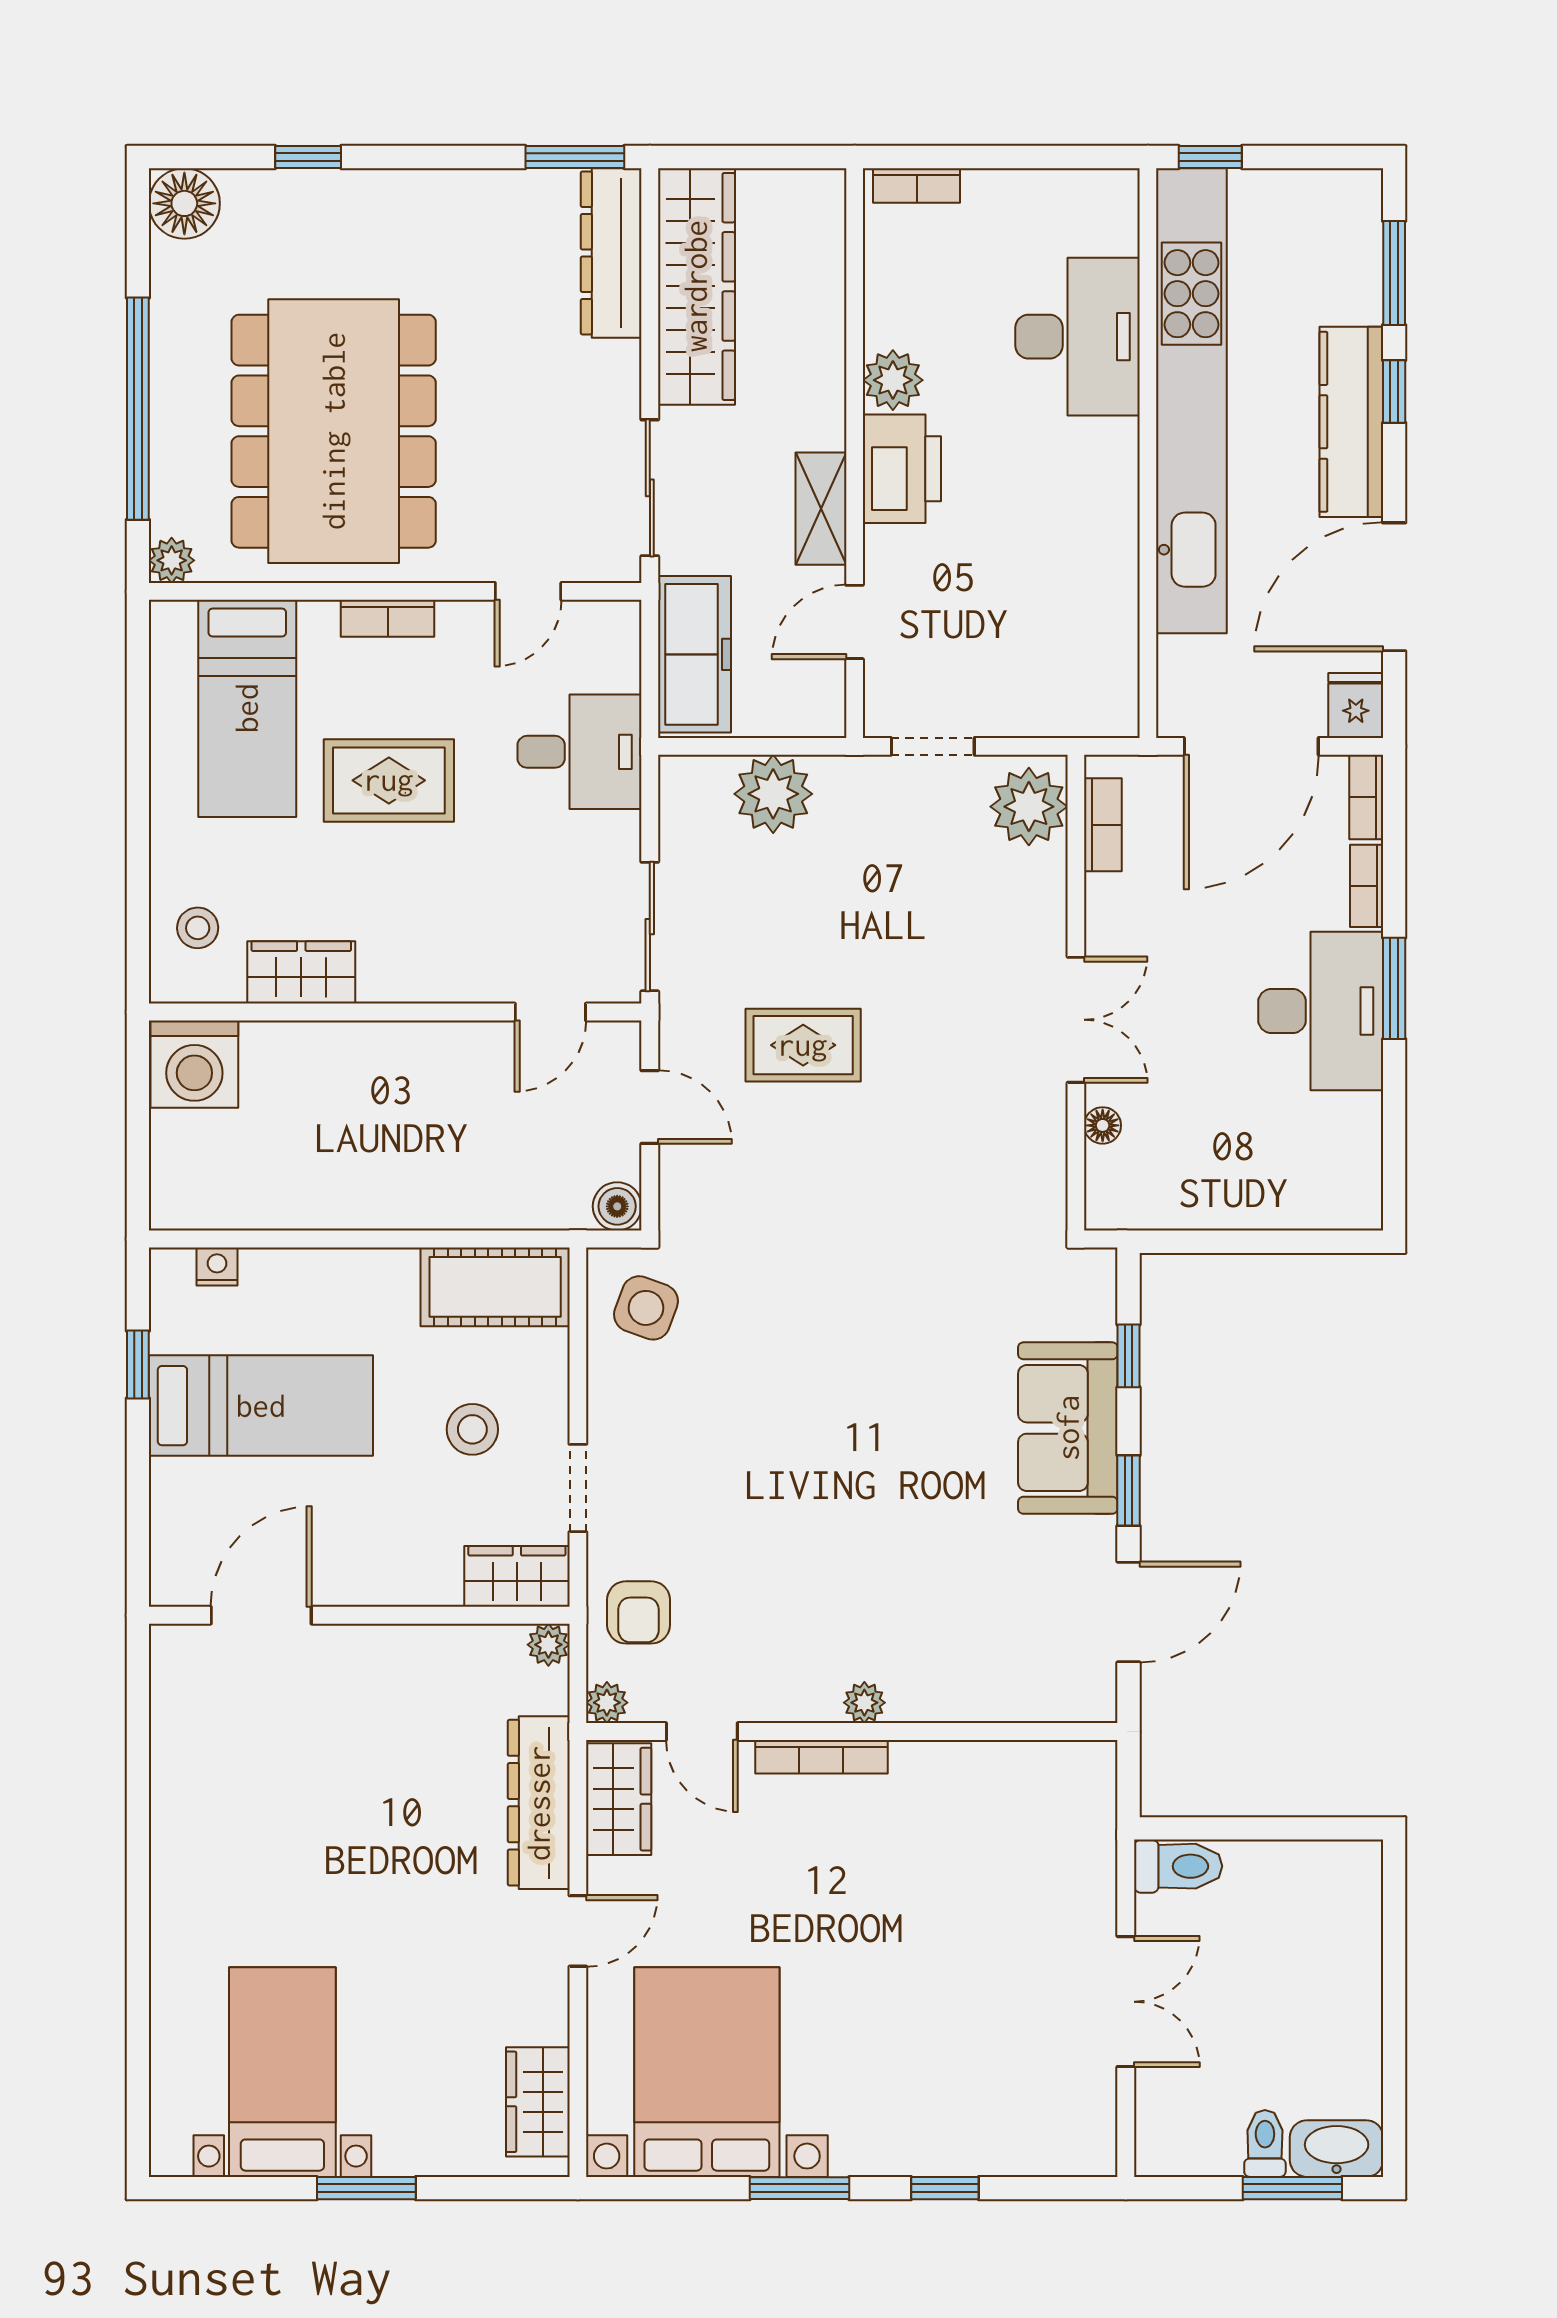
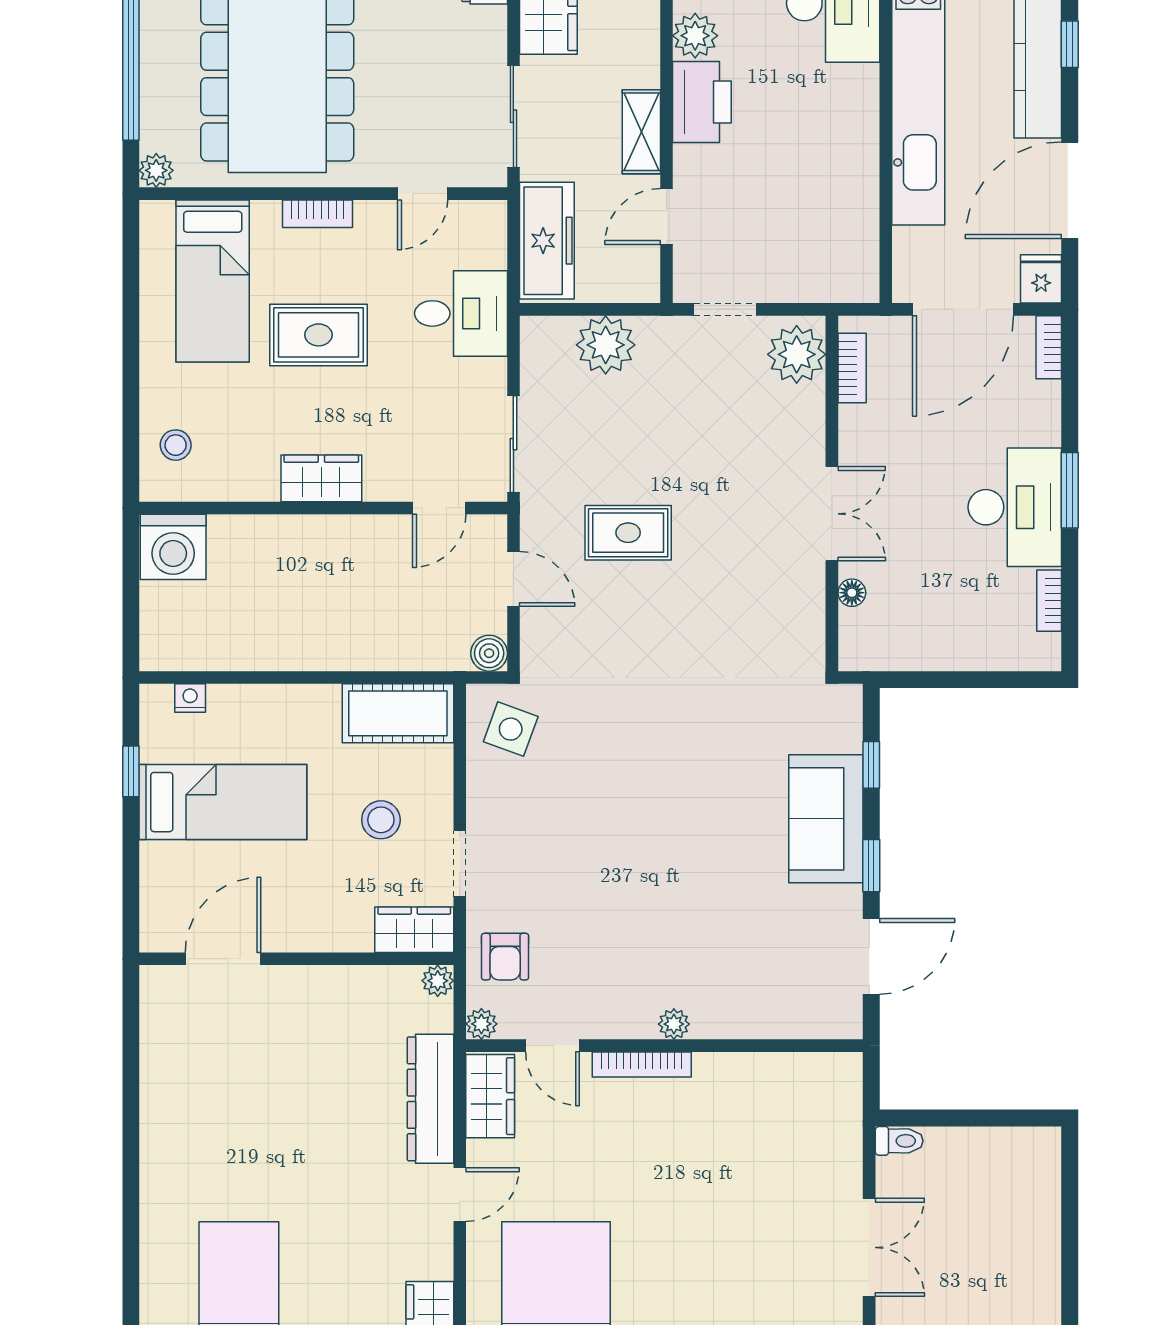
bookcase: (1367, 886) -> (1049, 601), moved
wardrobe: (301, 972) -> (321, 478), moved
toilet: (1178, 1866) -> (899, 1141), width x0.73, depth x0.72

